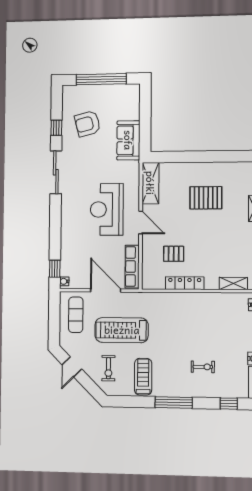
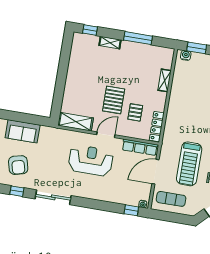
sofa: (128, 140) -> (23, 131), moved
pallet: (206, 198) -> (114, 100), moved
reception desk: (107, 209) -> (91, 160), turned 180
locker: (185, 283) -> (157, 127), moved
shelving: (233, 284) -> (165, 80), moved

